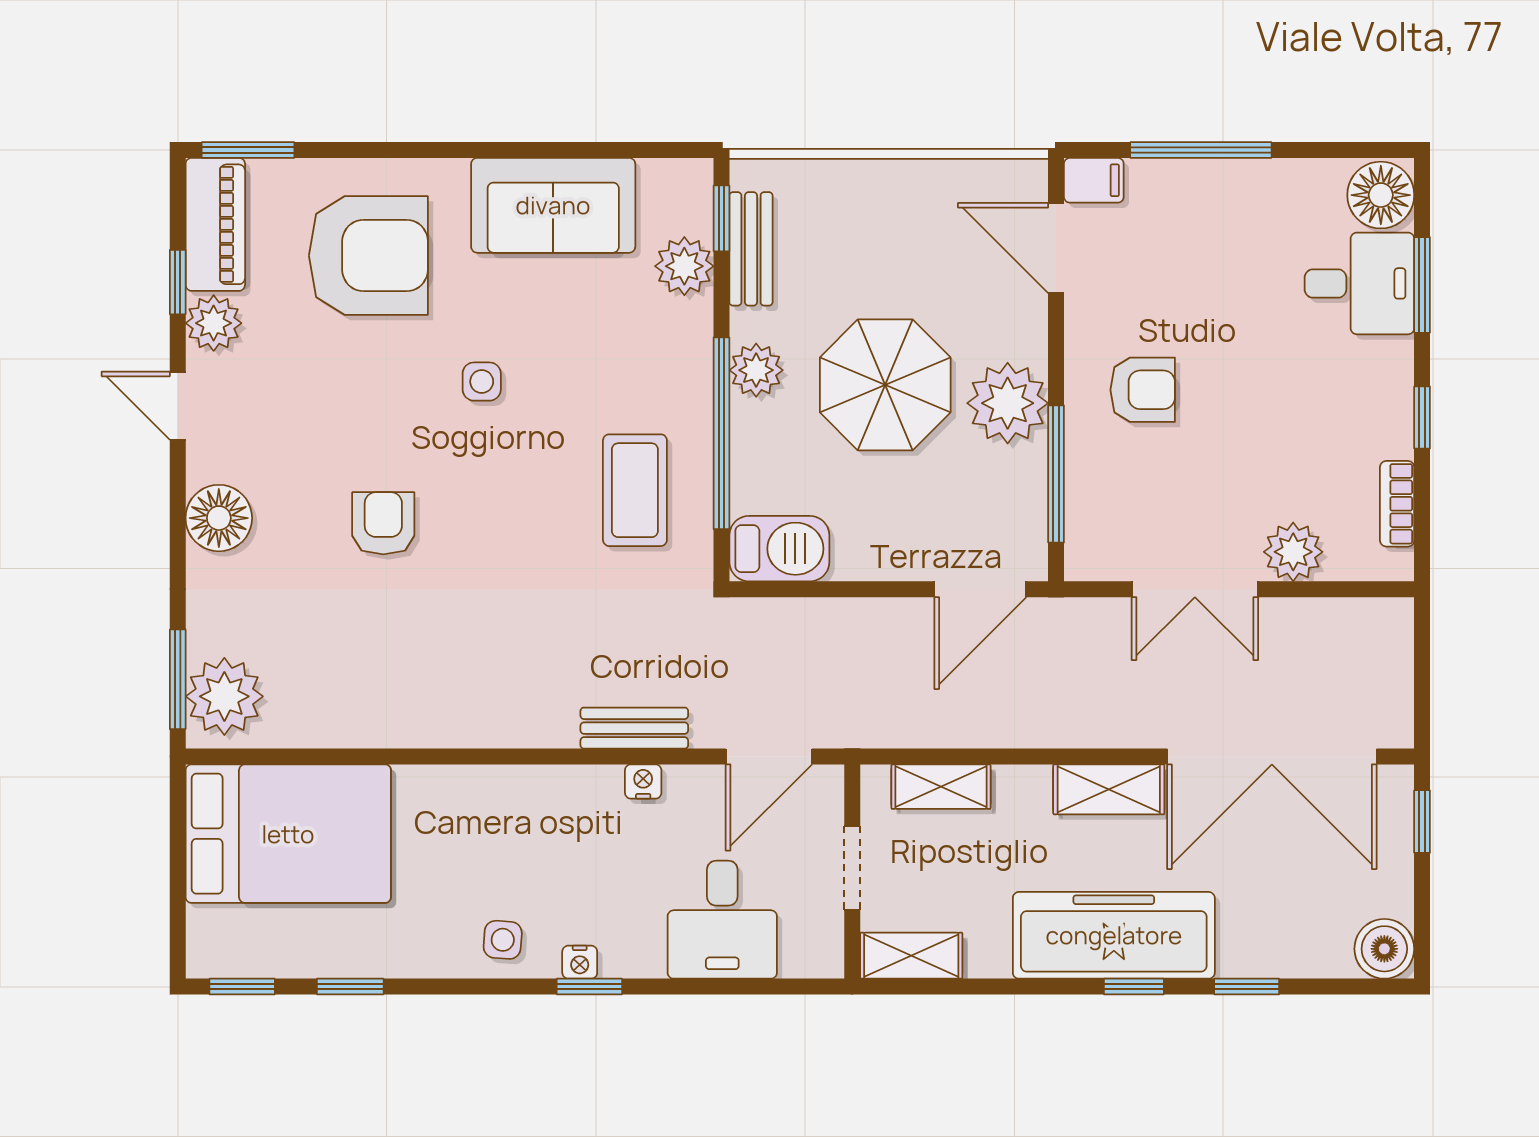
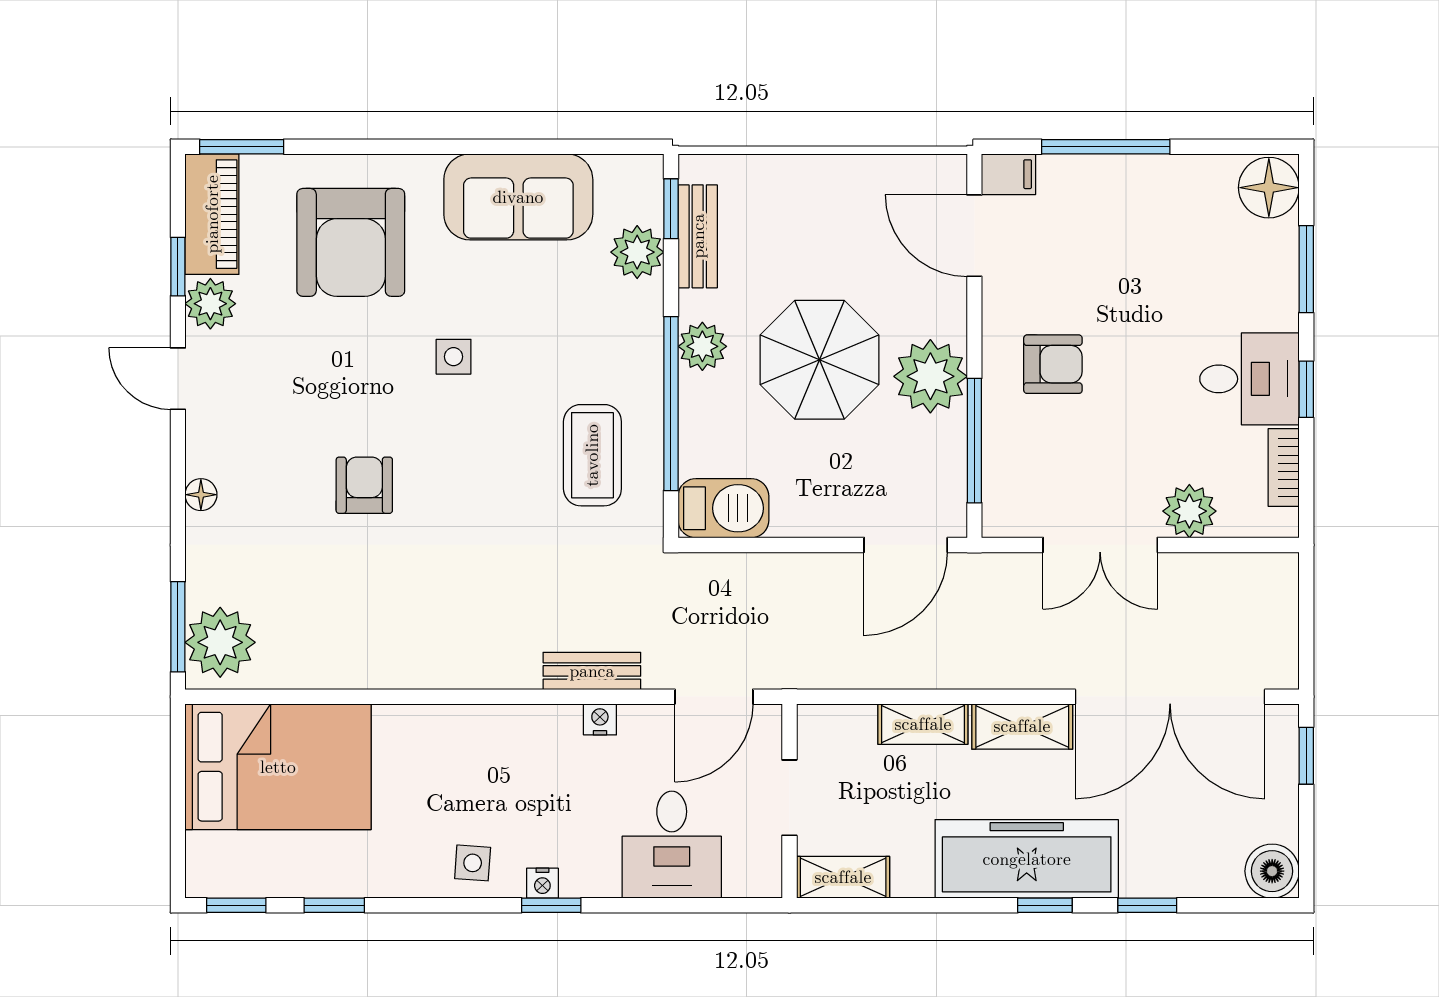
armchair: (368, 256) -> (351, 242), turned 90
desk: (1359, 283) -> (1249, 379), moved
floor lamp: (219, 518) -> (201, 495), width x0.53, depth x0.53
shelving: (941, 787) -> (923, 724), moved

